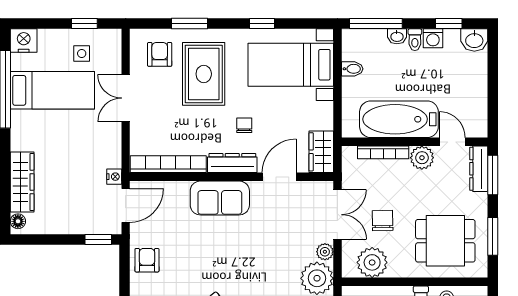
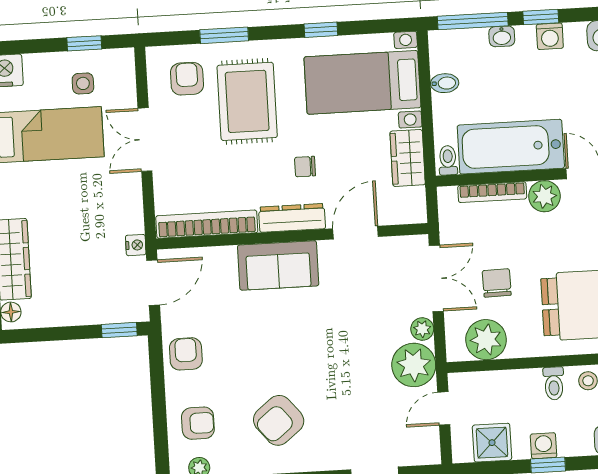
window: (449, 24) -> (541, 17), moved
toilet: (415, 40) -> (448, 160), moved, turned 180
chair: (244, 125) -> (305, 167), turned -90
wardrobe: (321, 152) -> (408, 158), moved

